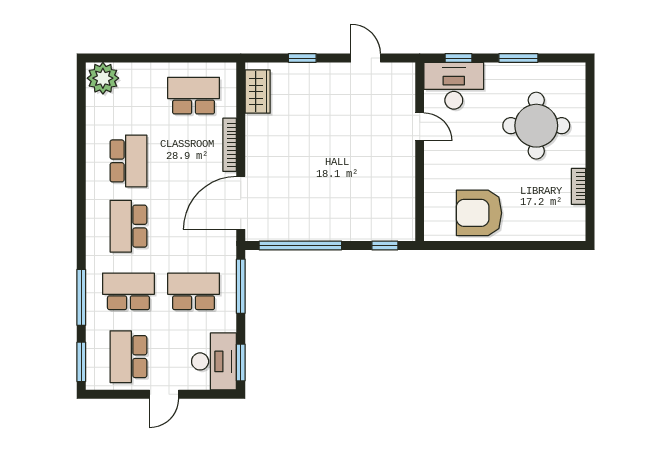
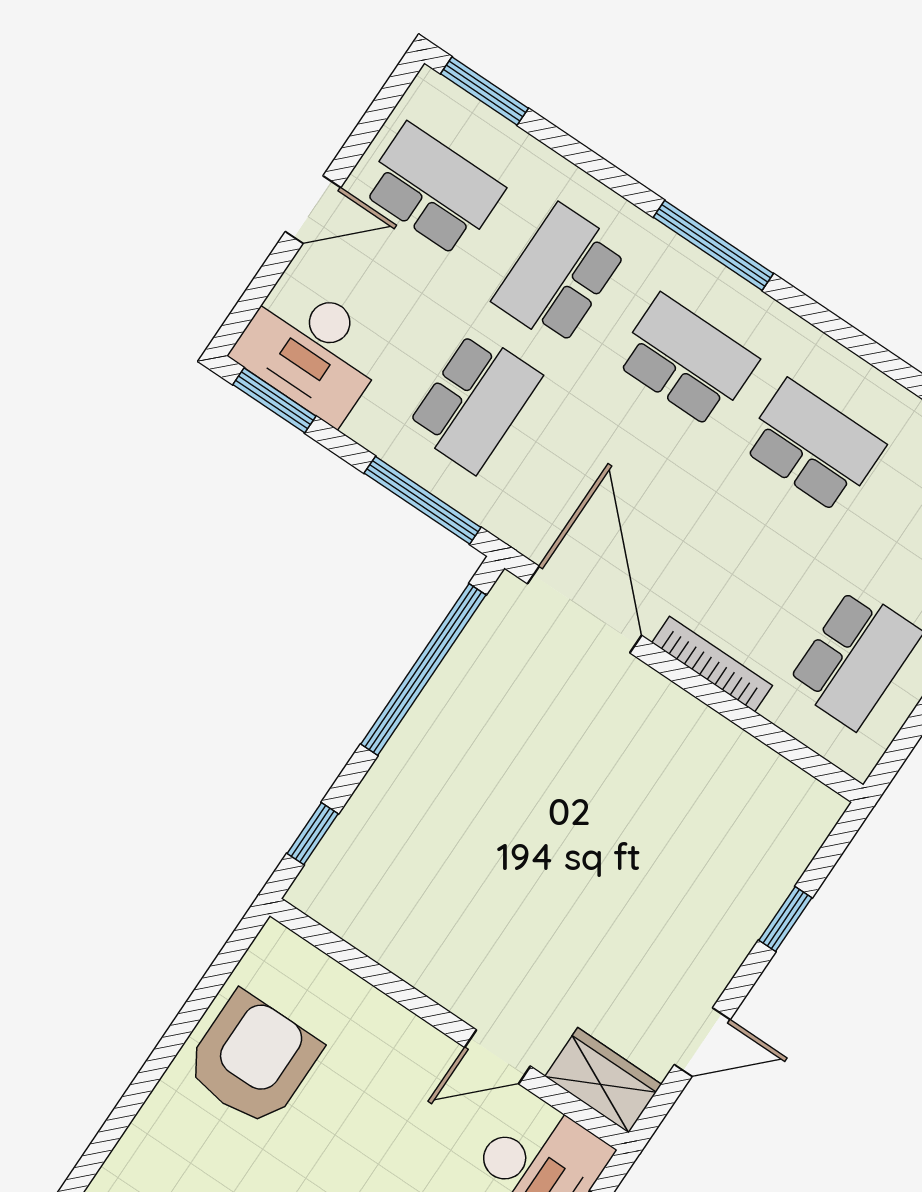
wardrobe: (258, 92) -> (603, 1080), moved, turned 180
school desk: (128, 161) -> (813, 446), turned 180
school desk: (128, 291) -> (560, 275), turned 180
window: (81, 297) -> (713, 245), moved
door: (164, 394) -> (313, 210), swing flipped

